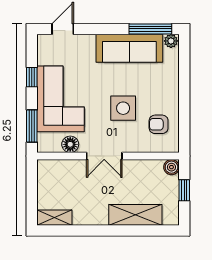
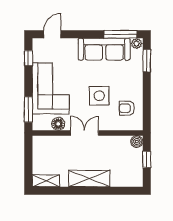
window: (184, 63) -> (147, 61), added
window: (32, 77) -> (28, 58), moved
double door: (104, 156) -> (85, 133), swing flipped
shelving: (135, 215) -> (89, 179), moved

